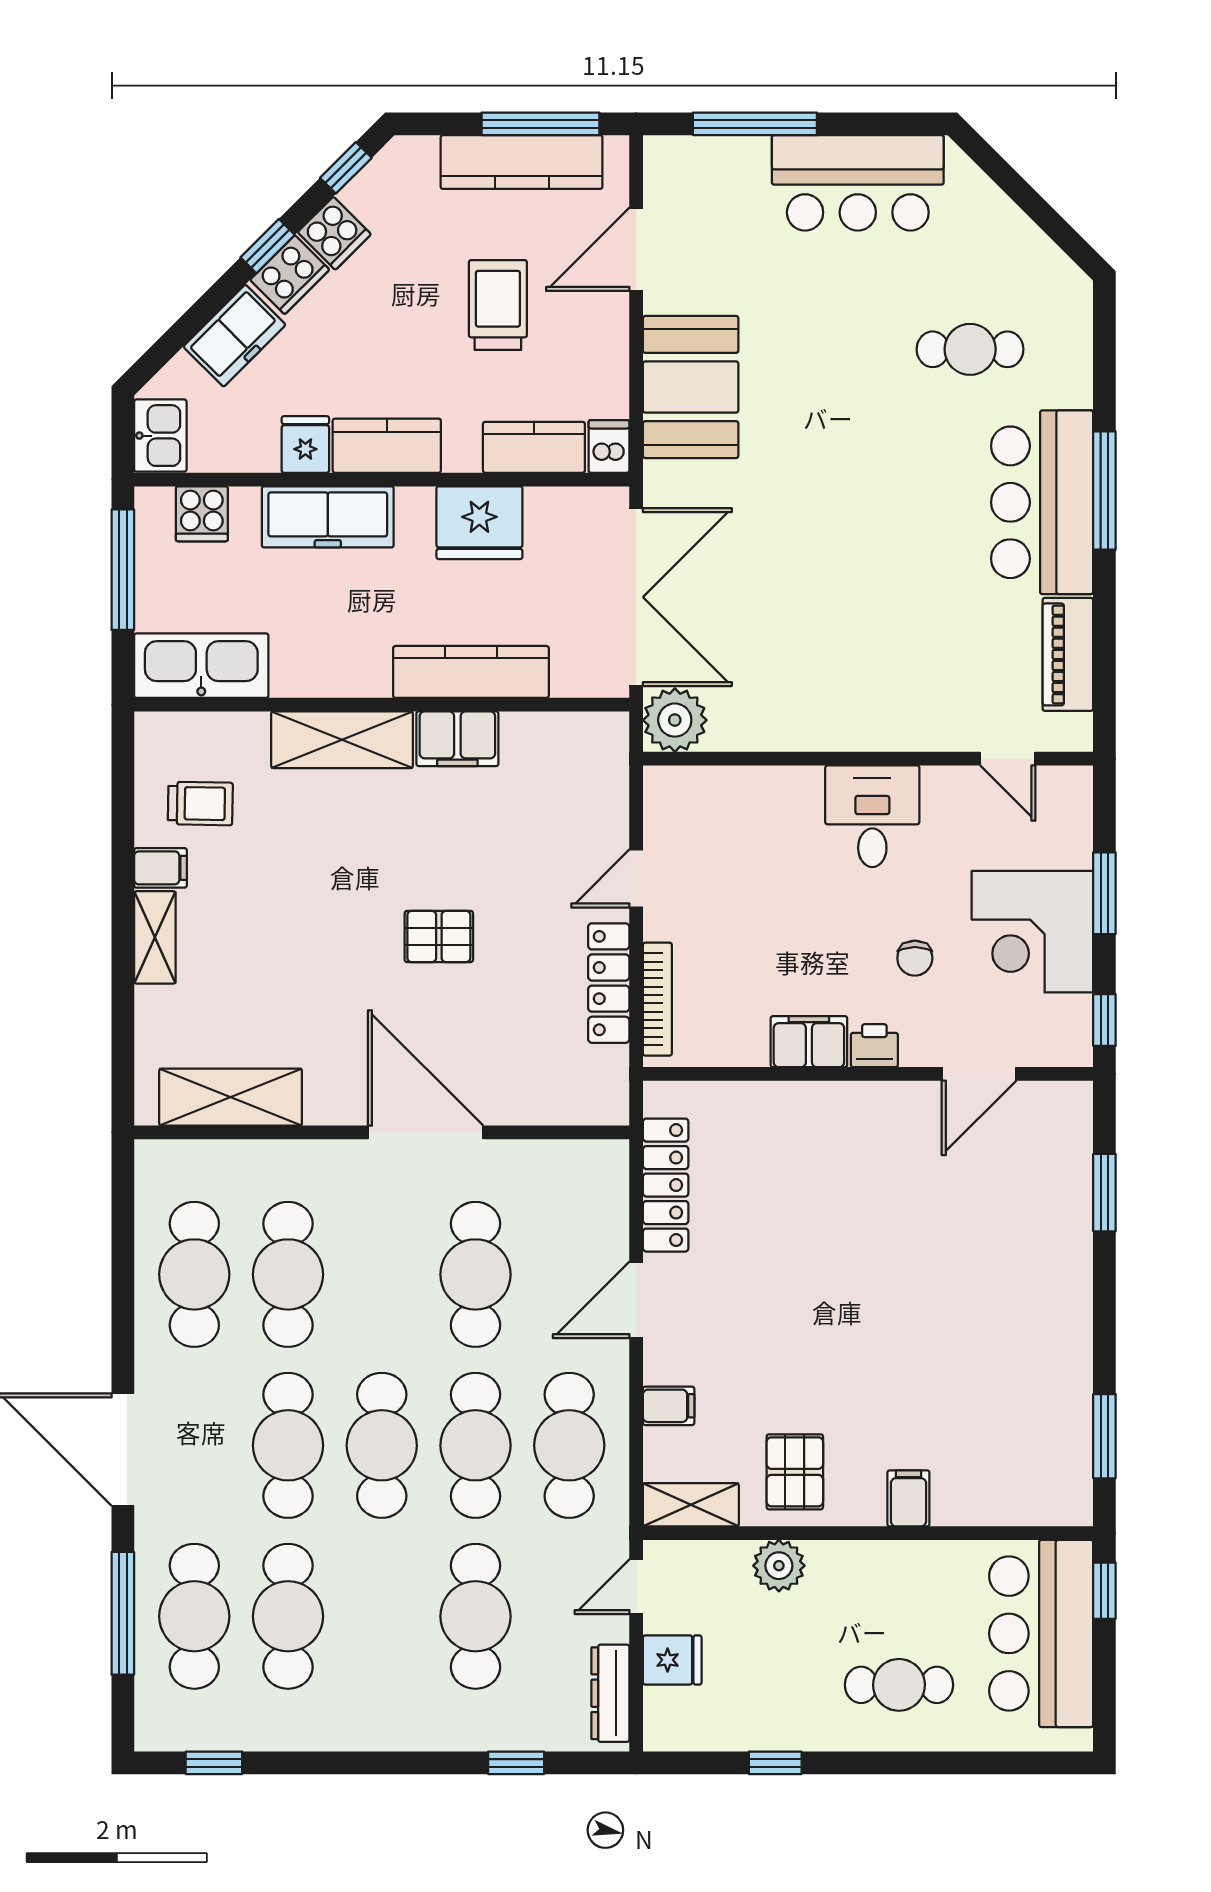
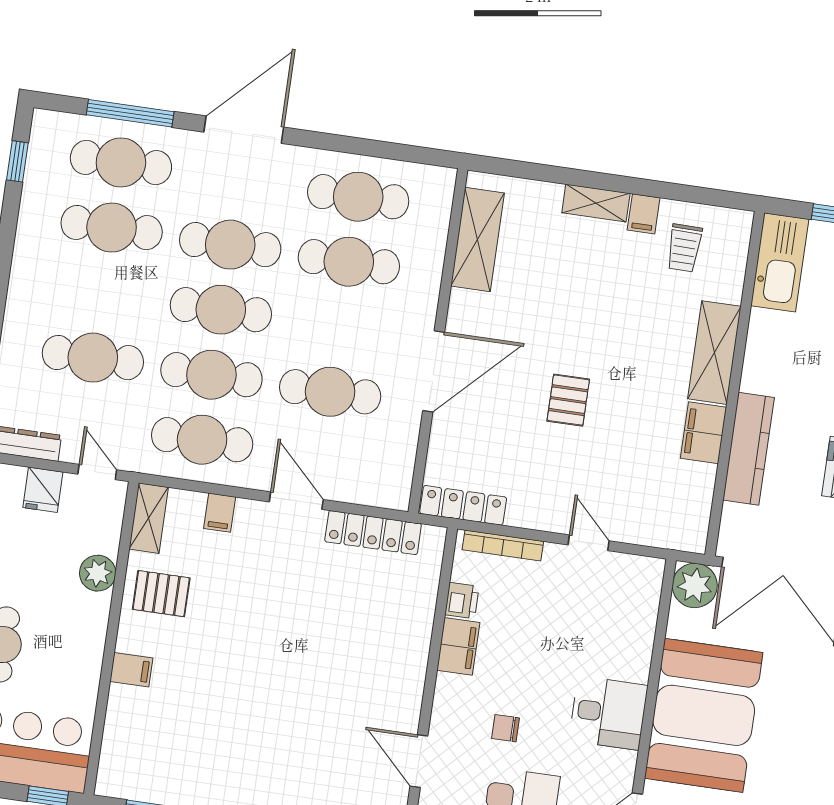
booth: (856, 681) -> (704, 715), added
locker: (609, 983) -> (463, 505), moved
printer: (874, 1046) -> (462, 601), moved

